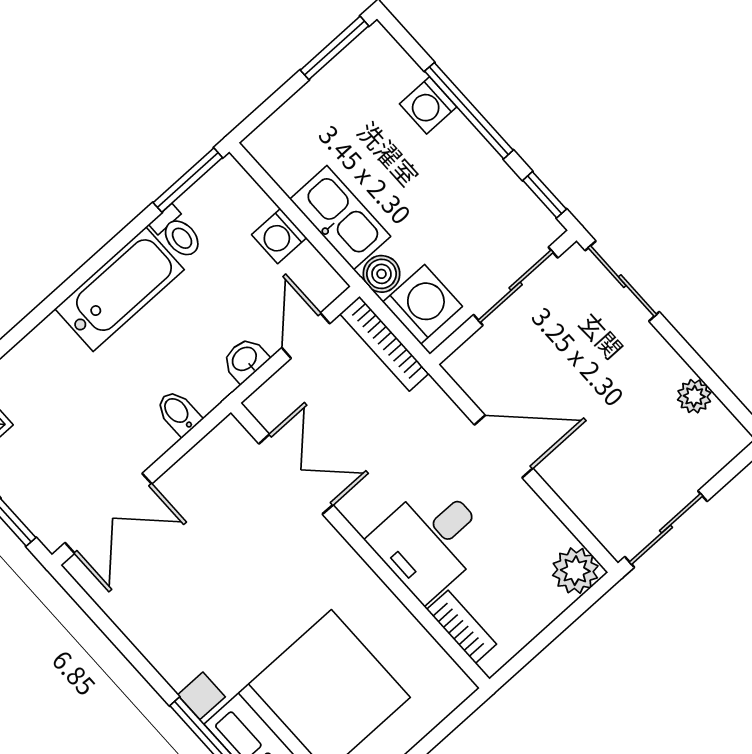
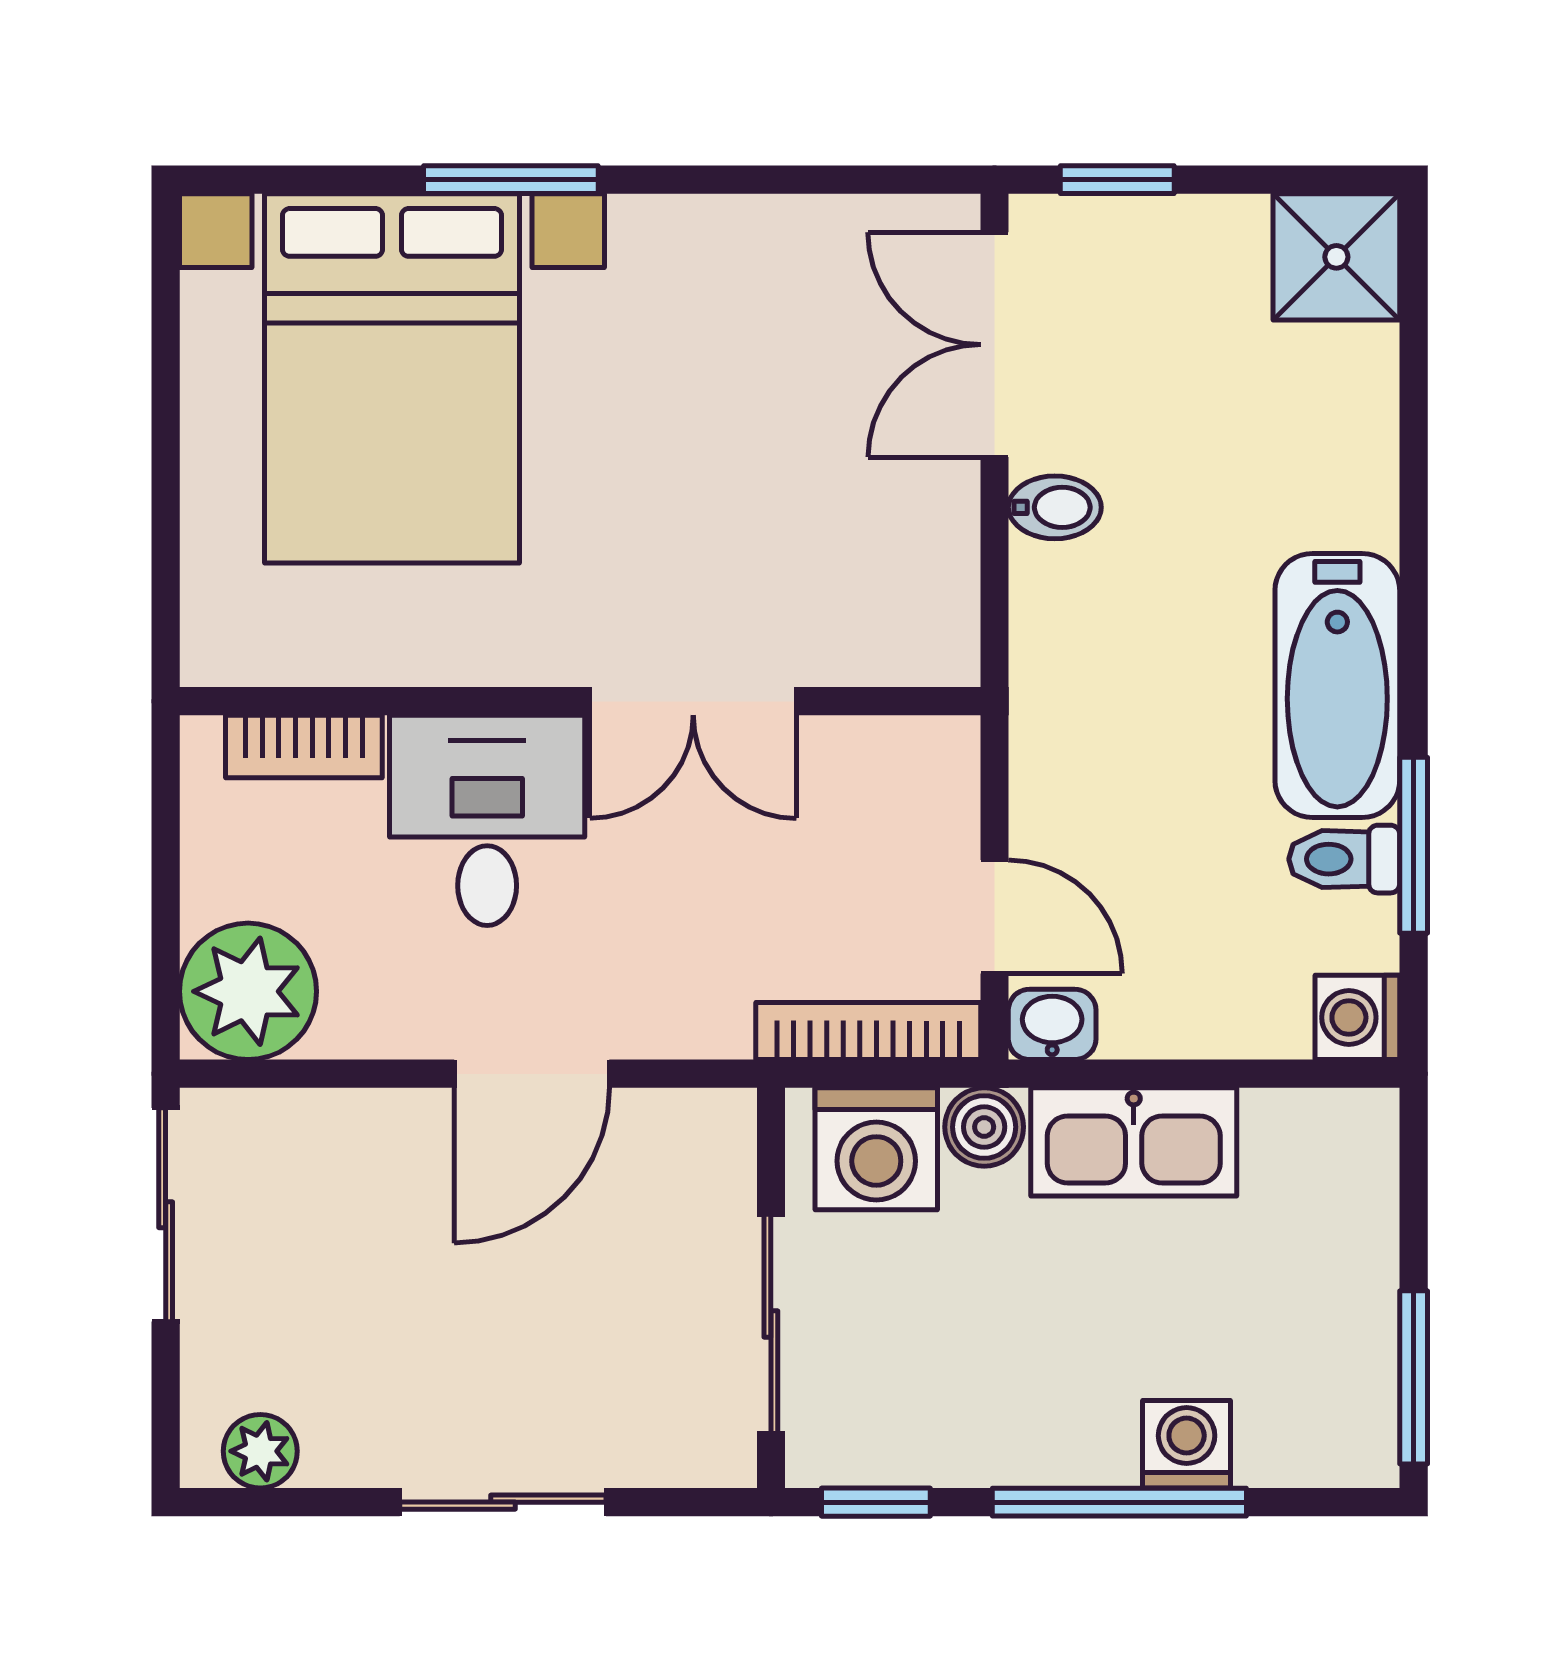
window: (188, 180) -> (1414, 845), moved
washing machine: (279, 236) -> (1357, 1017), moved, turned -90
sliding door: (622, 281) -> (503, 1502), moved
washbasin: (245, 360) -> (1052, 1024), moved, turned -90
plant: (694, 396) -> (260, 1451), moved
bidet: (178, 413) -> (1055, 507), moved
double door: (296, 474) -> (693, 701), moved
plant: (575, 571) -> (248, 991), width x1.36, depth x1.36

